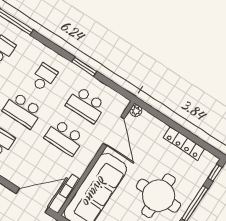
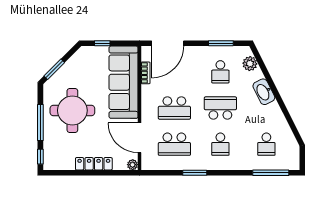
school desk: (86, 105) -> (174, 144), turned 180
school desk: (64, 138) -> (174, 108), turned 180
locker: (184, 143) -> (94, 164), moved

